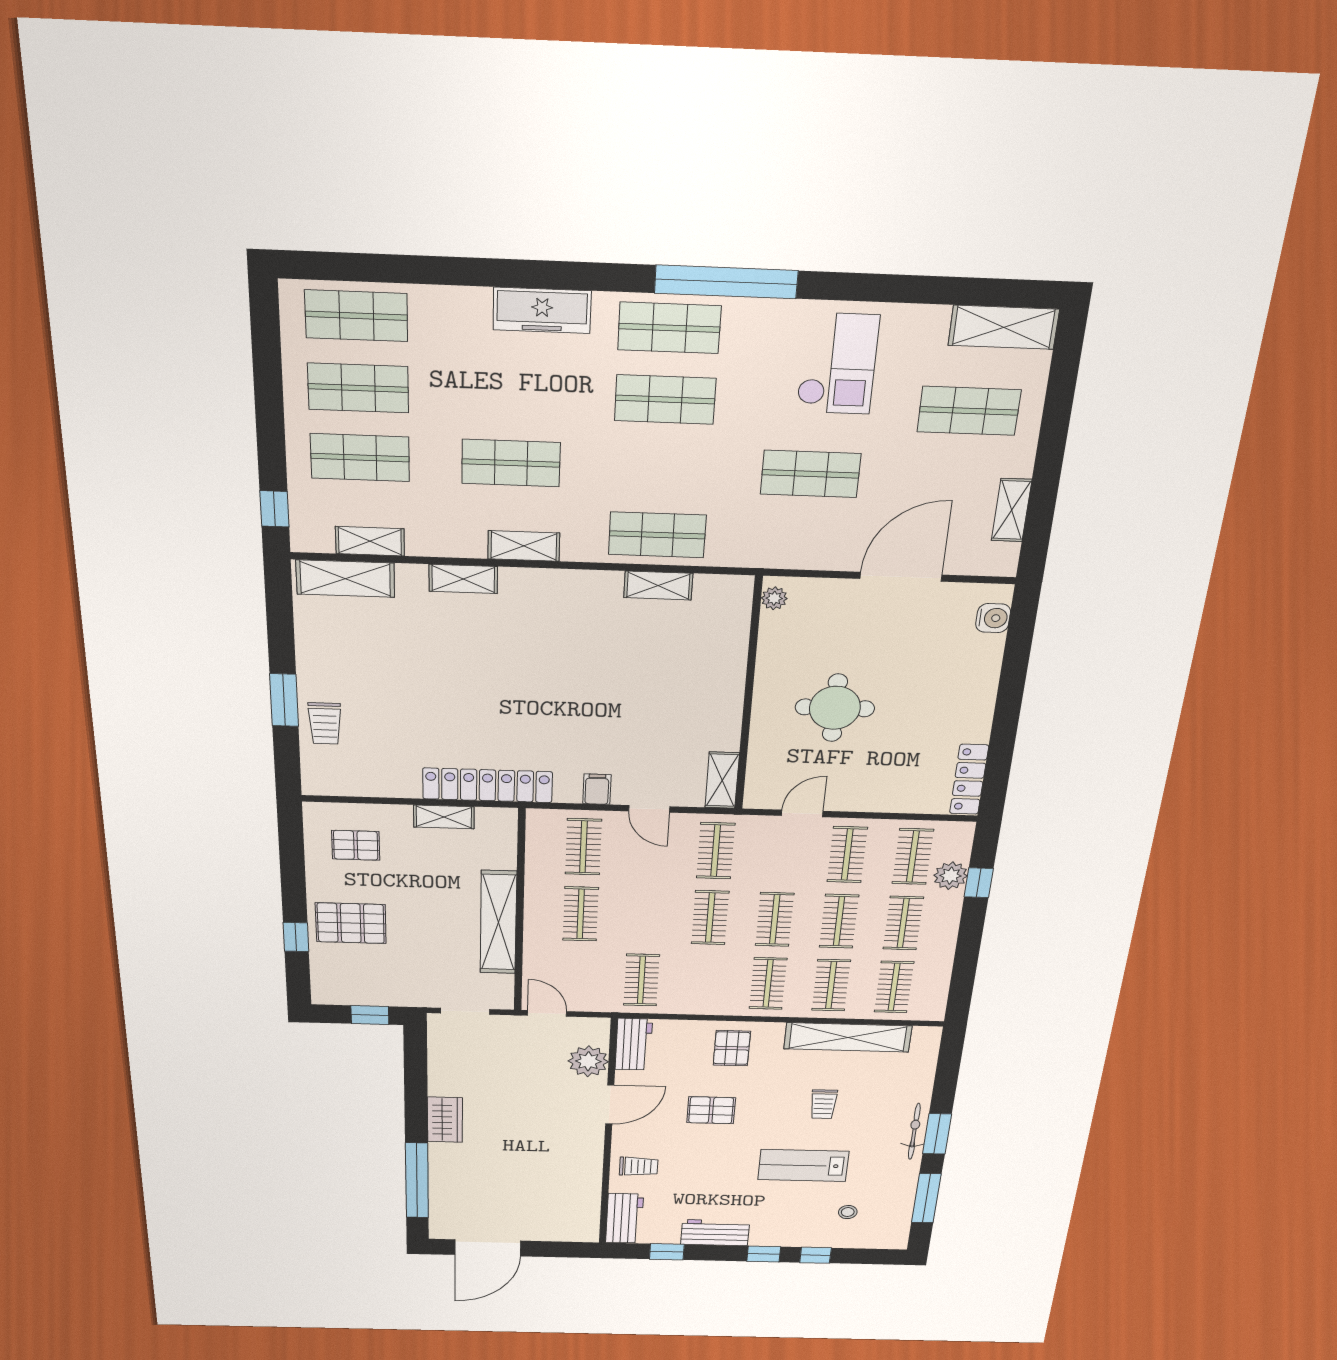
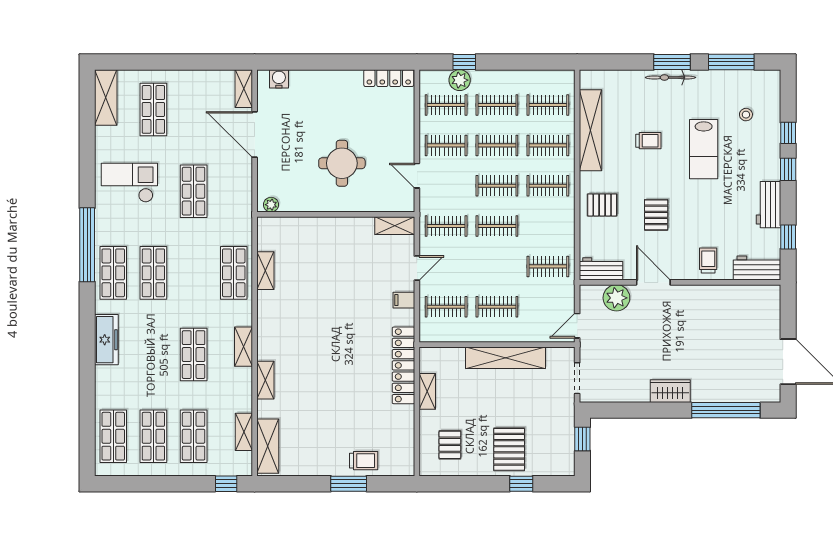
shelving: (1012, 510) -> (244, 89), moved, turned 90

